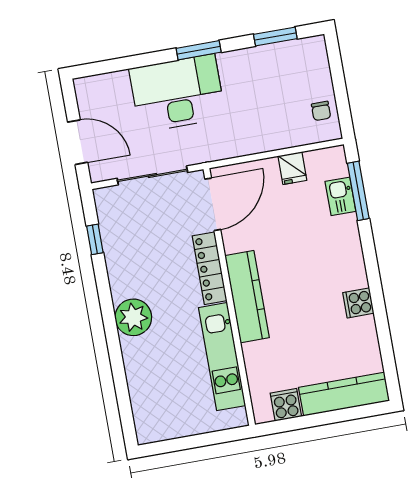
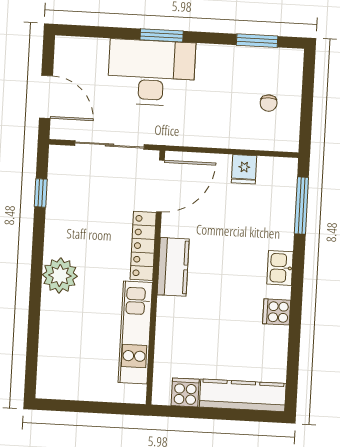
window: (199, 50) -> (162, 35), moved
chair: (321, 111) -> (269, 103), moved
kitchen sink: (340, 196) -> (280, 268), moved
kitchen counter: (247, 297) -> (173, 267), width x0.67

